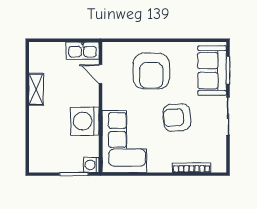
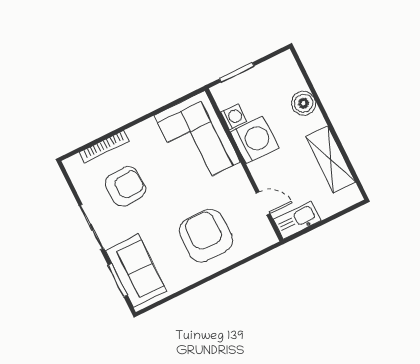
shelving: (36, 89) -> (331, 160), width x1.50, depth x1.33
armchair: (177, 117) -> (125, 186), moved
boiler: (38, 130) -> (304, 103), added
washing machine: (91, 165) -> (234, 117), moved

